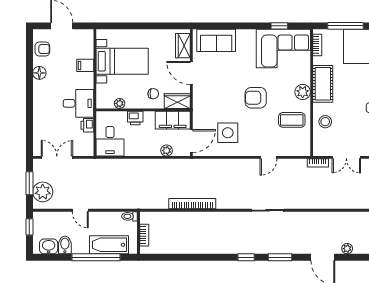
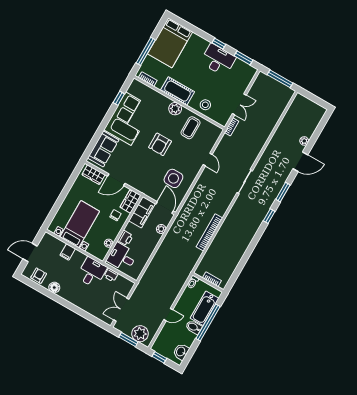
corner sofa: (283, 48) -> (128, 119), moved
desk: (110, 141) -> (122, 257), moved, turned 180
bidet: (65, 245) -> (194, 327), moved

